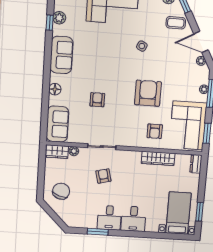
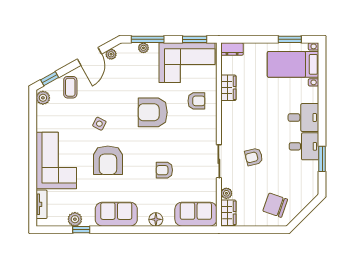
armchair: (109, 51) -> (108, 160), added
wardrobe: (158, 158) -> (228, 88), width x0.67

